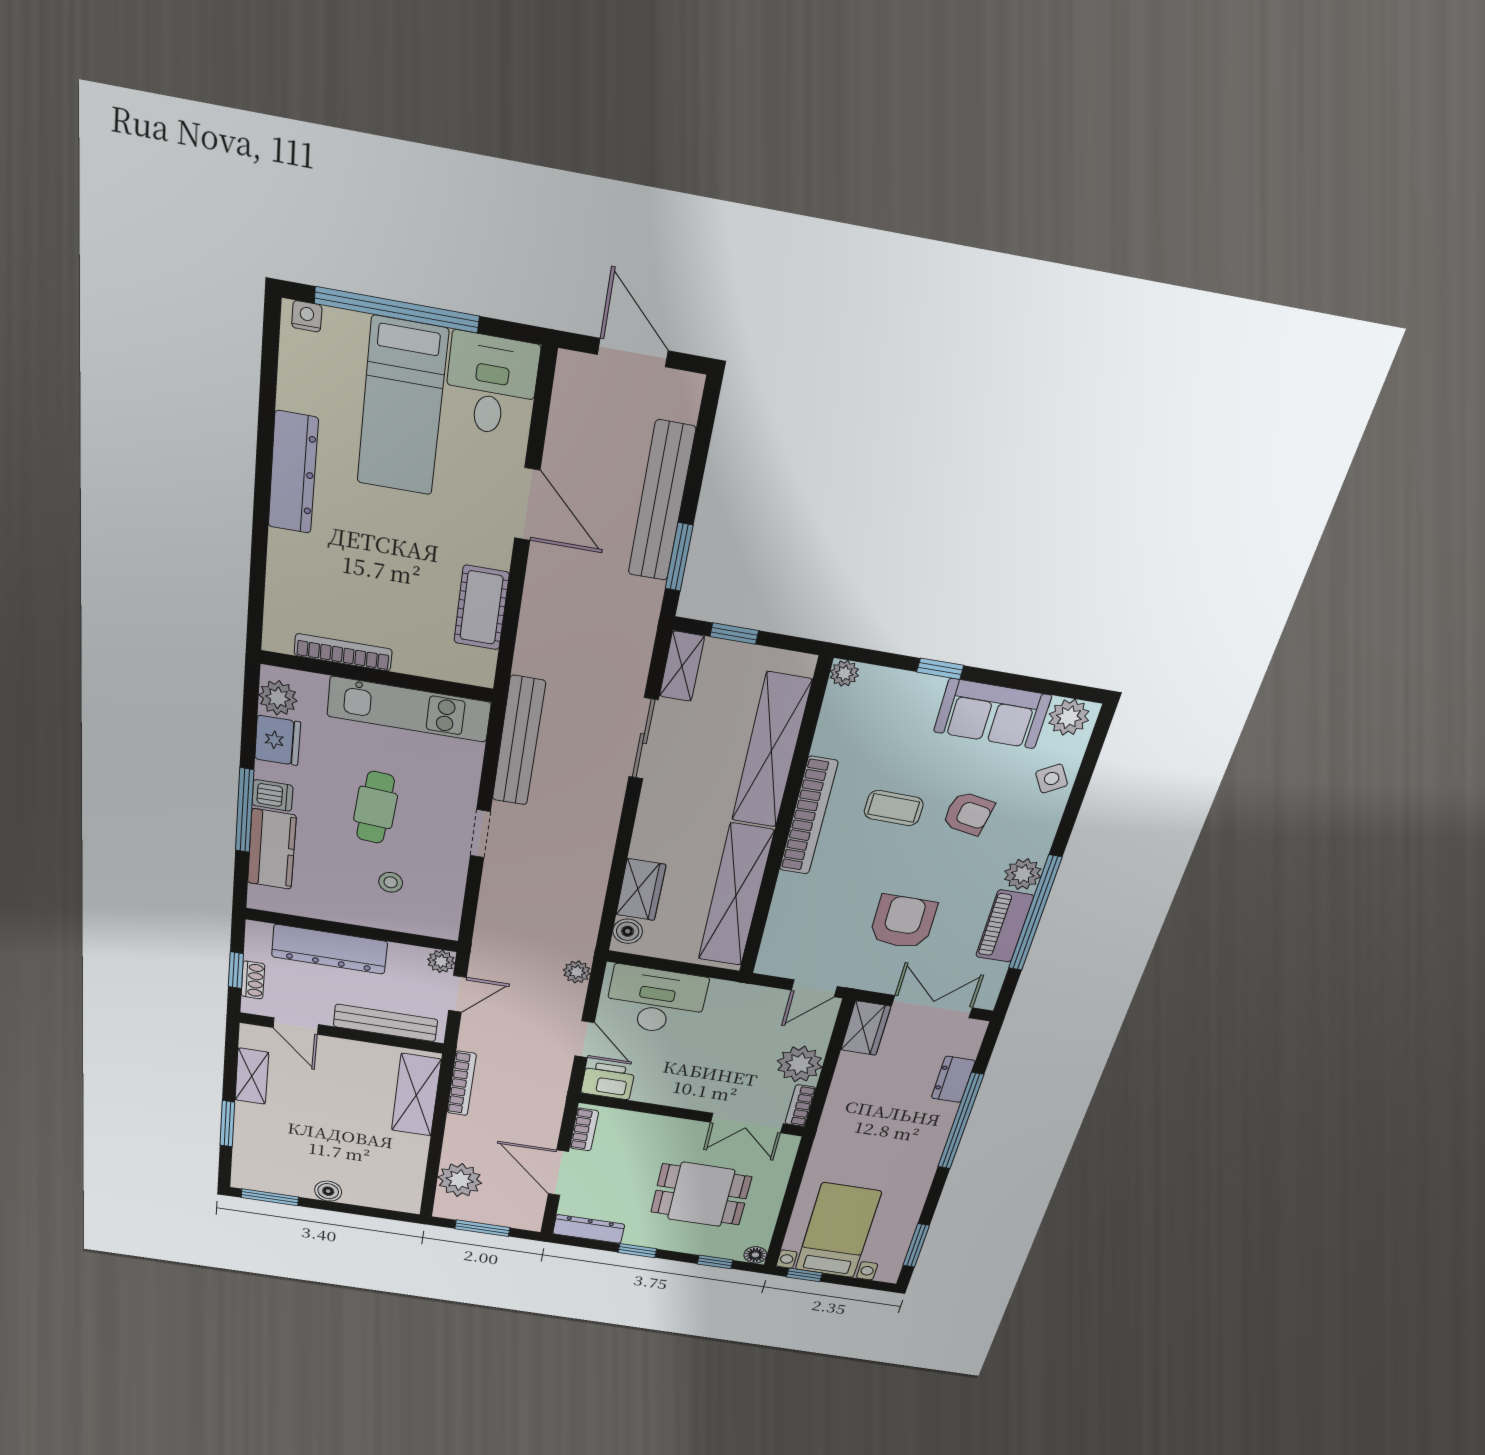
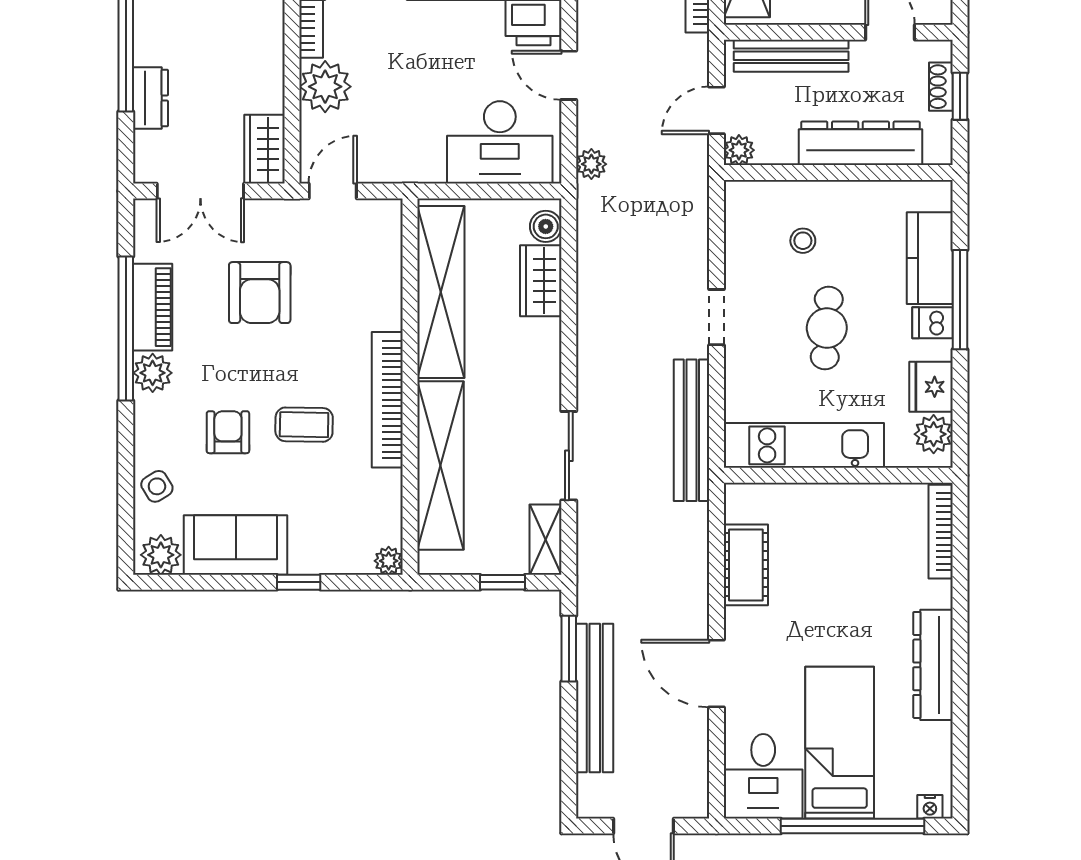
bookcase: (343, 652) -> (941, 532), moved, turned 90
armchair: (968, 814) -> (228, 432), turned 80

